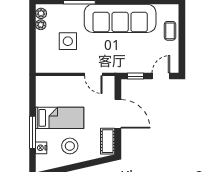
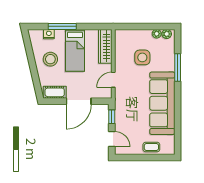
wardrobe: (55, 83) -> (105, 46), added

